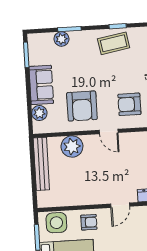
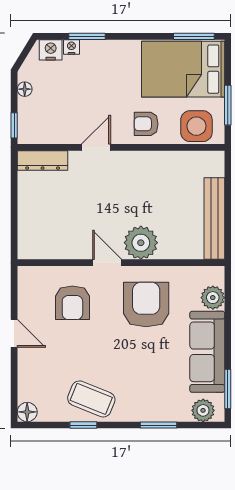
plant: (61, 39) -> (203, 410), moved
coffee table: (114, 43) -> (91, 399), turned 32
sofa: (41, 85) -> (207, 352), width x1.36
armchair: (129, 104) -> (72, 303), turned 90
plant: (72, 147) -> (141, 243), moved

